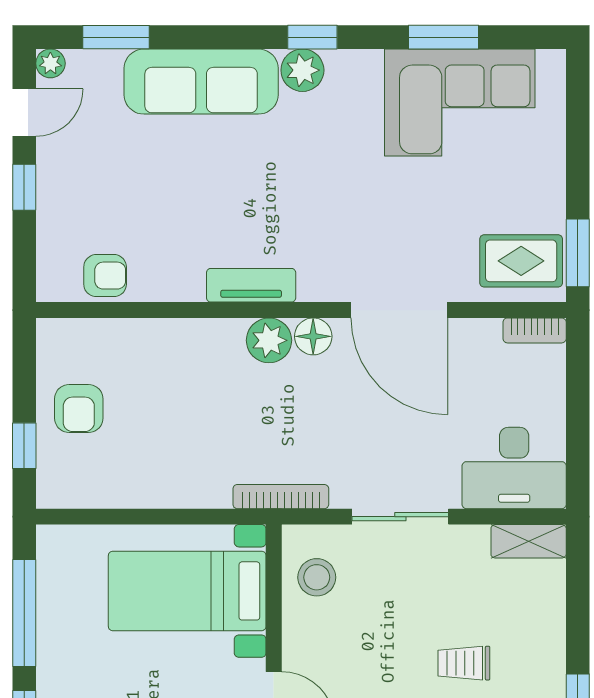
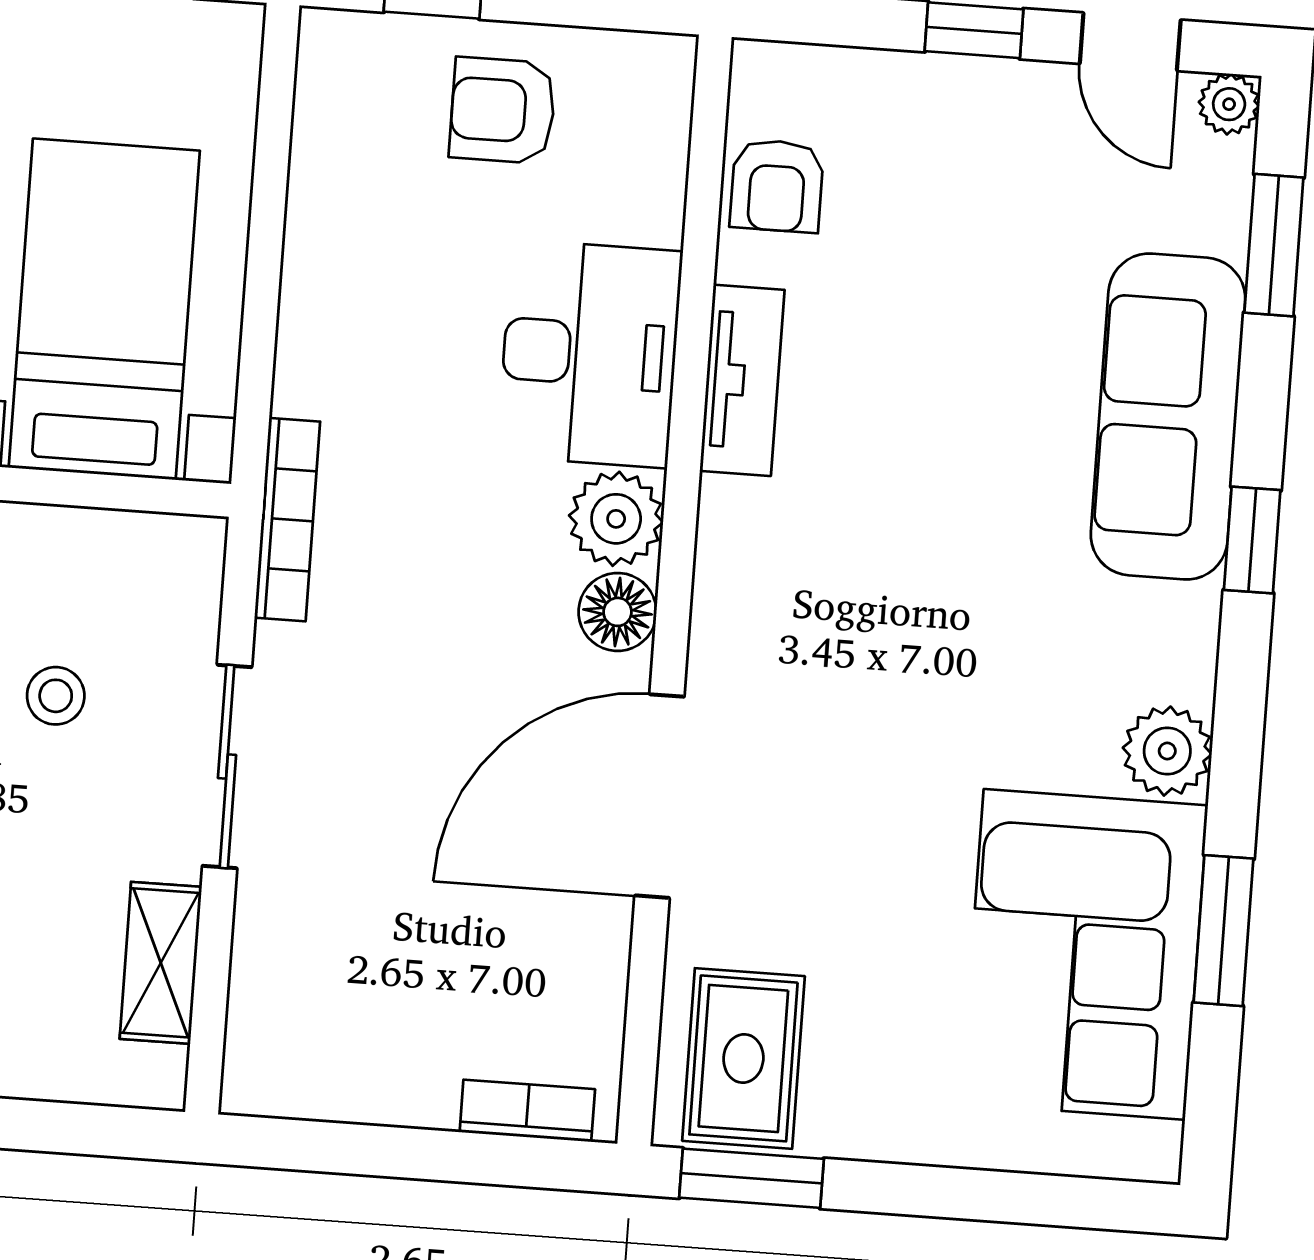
window: (312, 37) -> (1252, 540), moved
plant: (302, 70) -> (1167, 751), moved
tv unit: (251, 285) -> (742, 380), moved
bookcase: (535, 330) -> (527, 1111), moved, turned 90
desk: (514, 468) -> (590, 354), moved, turned 180
shelving: (529, 541) -> (161, 963), moved
stool: (317, 577) -> (56, 696), moved, width x0.73, depth x0.73

